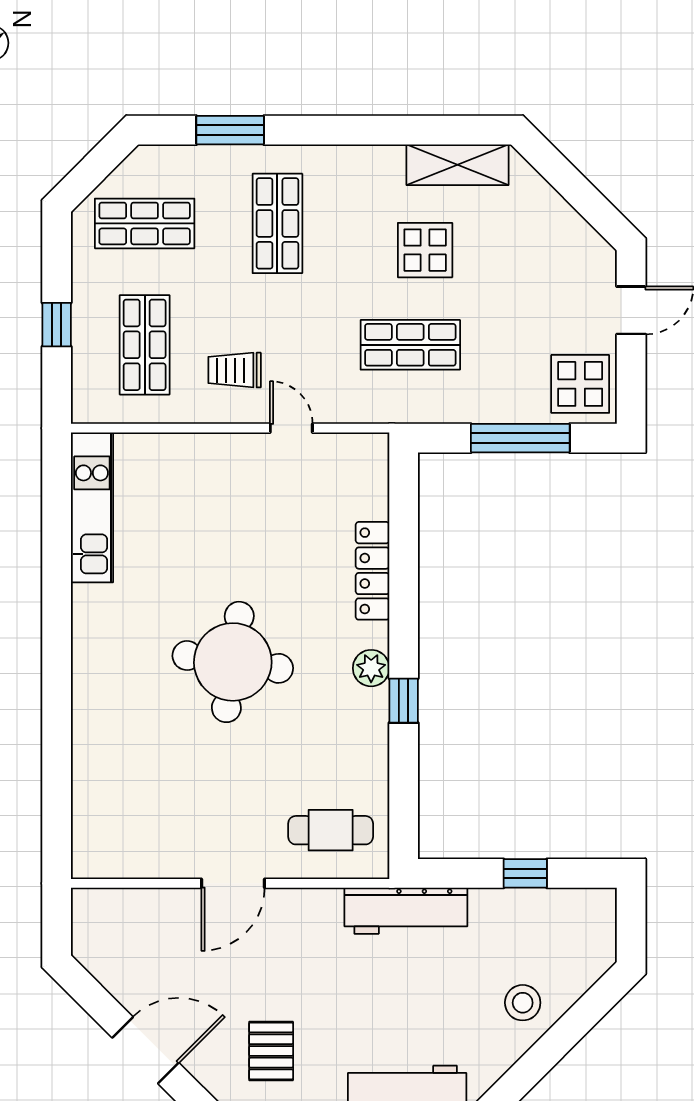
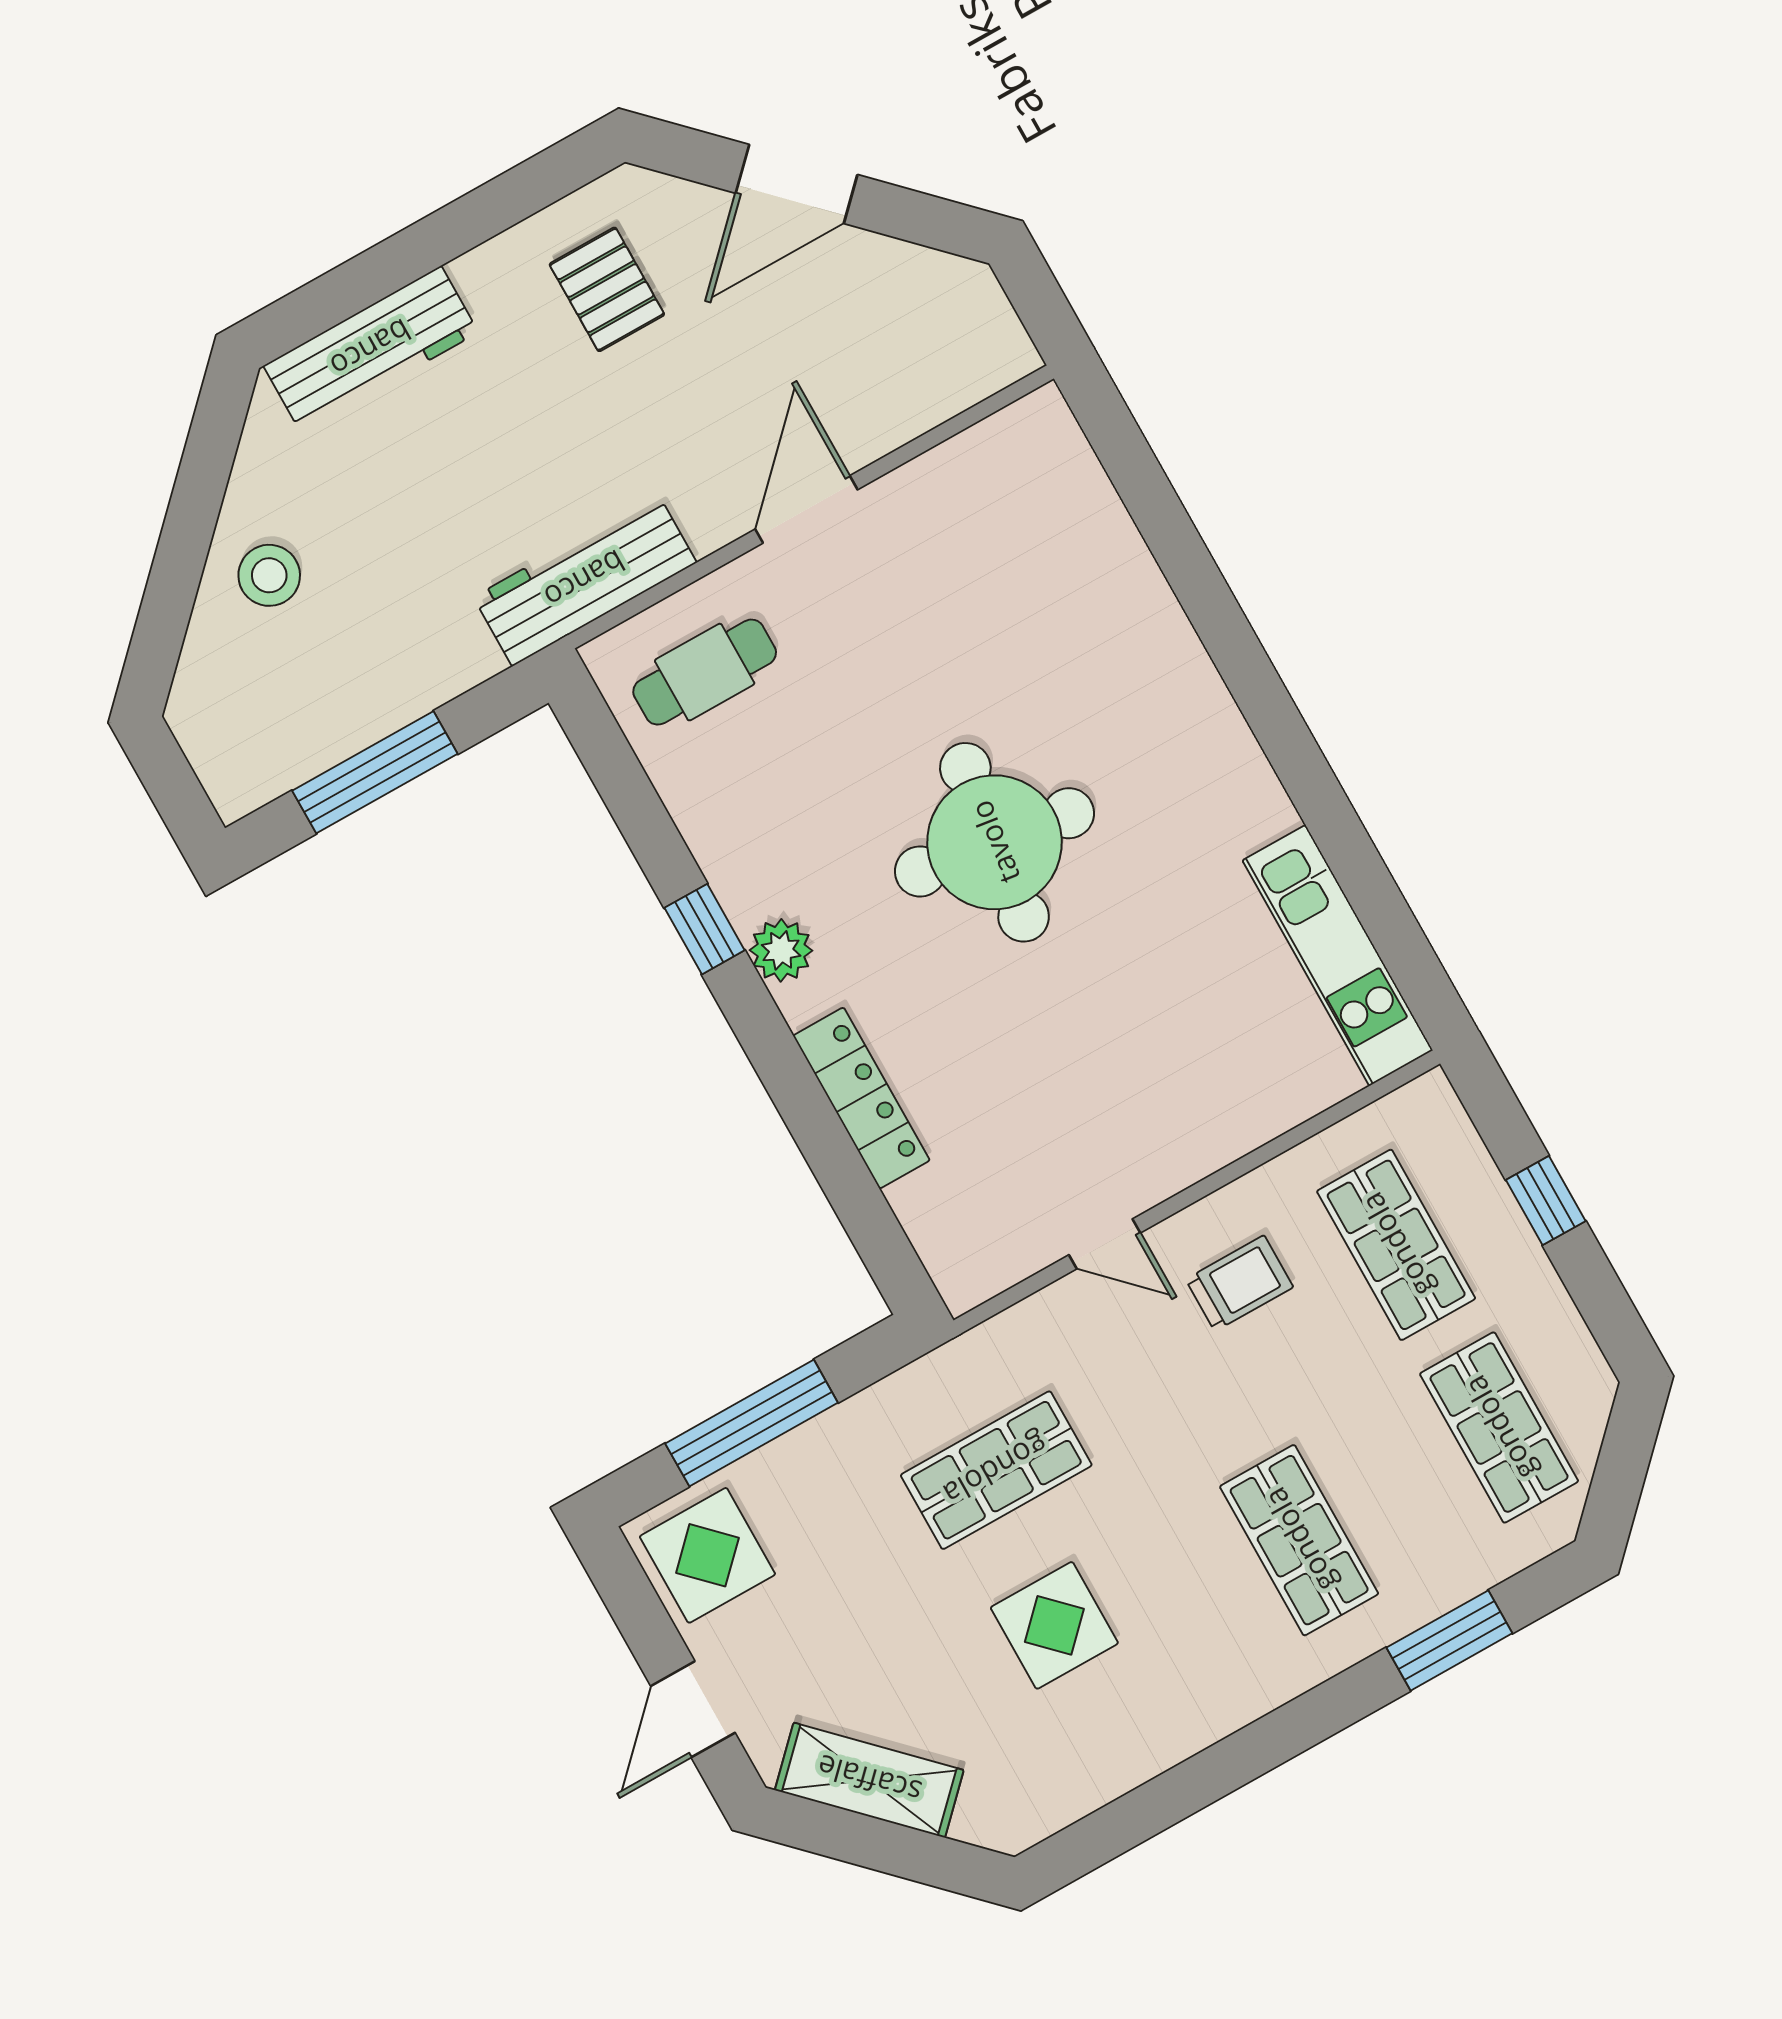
shelving: (458, 165) -> (869, 1780), moved, turned 45
shop shelf: (145, 223) -> (1499, 1428), turned 90
window: (525, 873) -> (375, 772), width x2.17
workbench: (406, 911) -> (585, 580), moved

